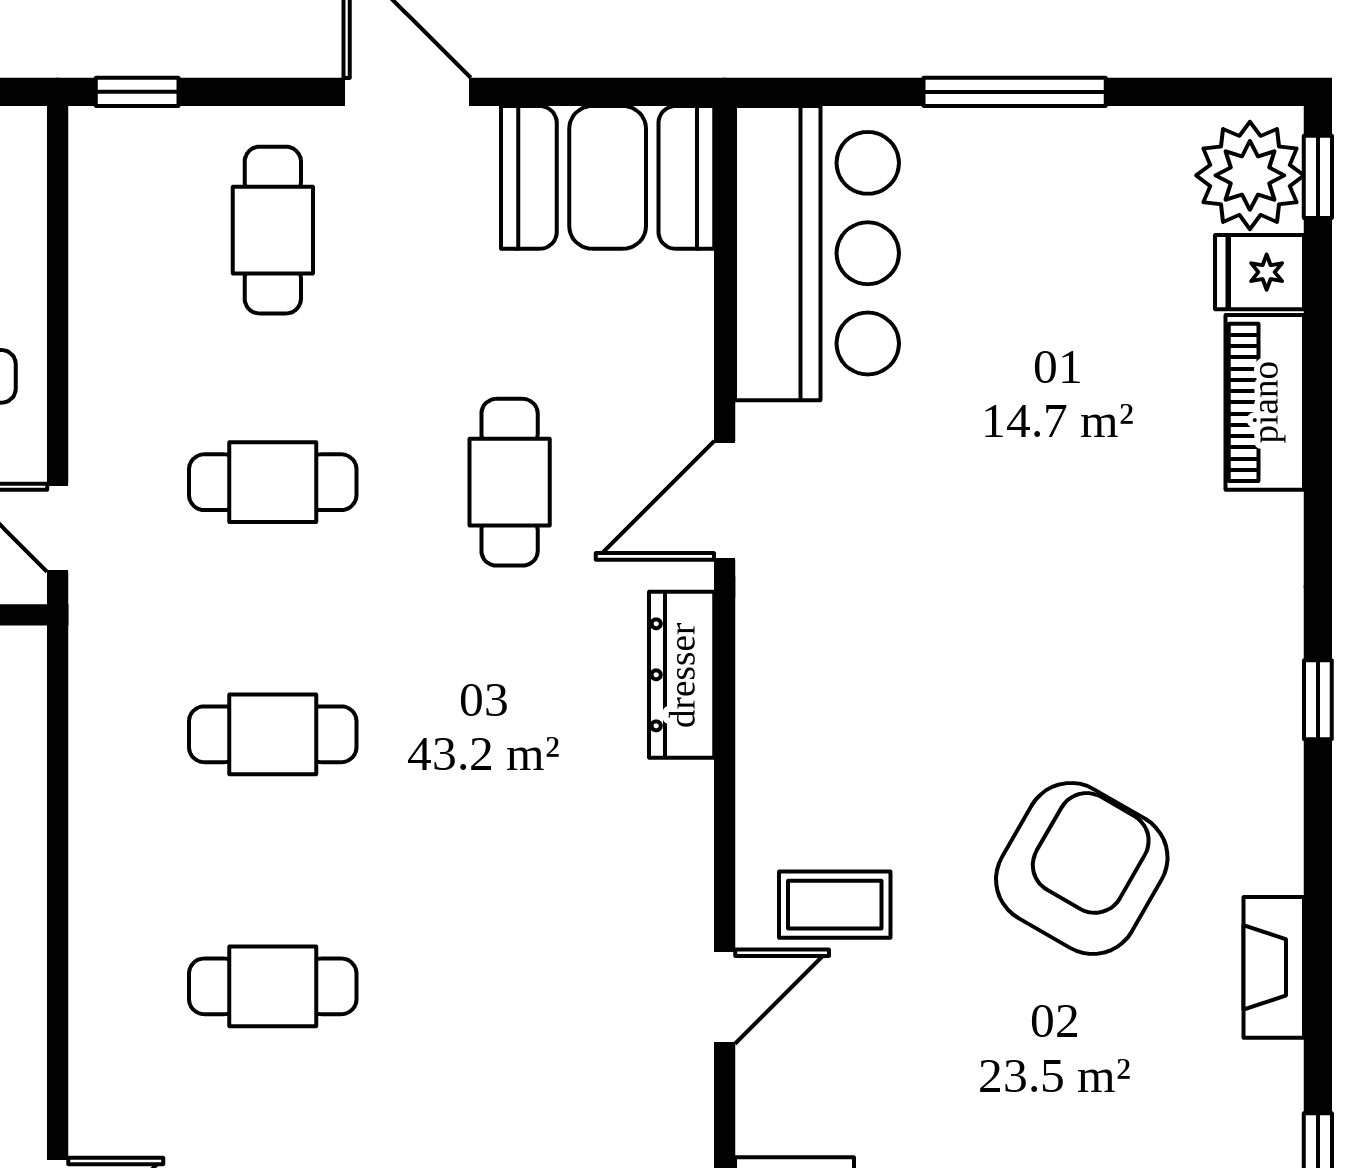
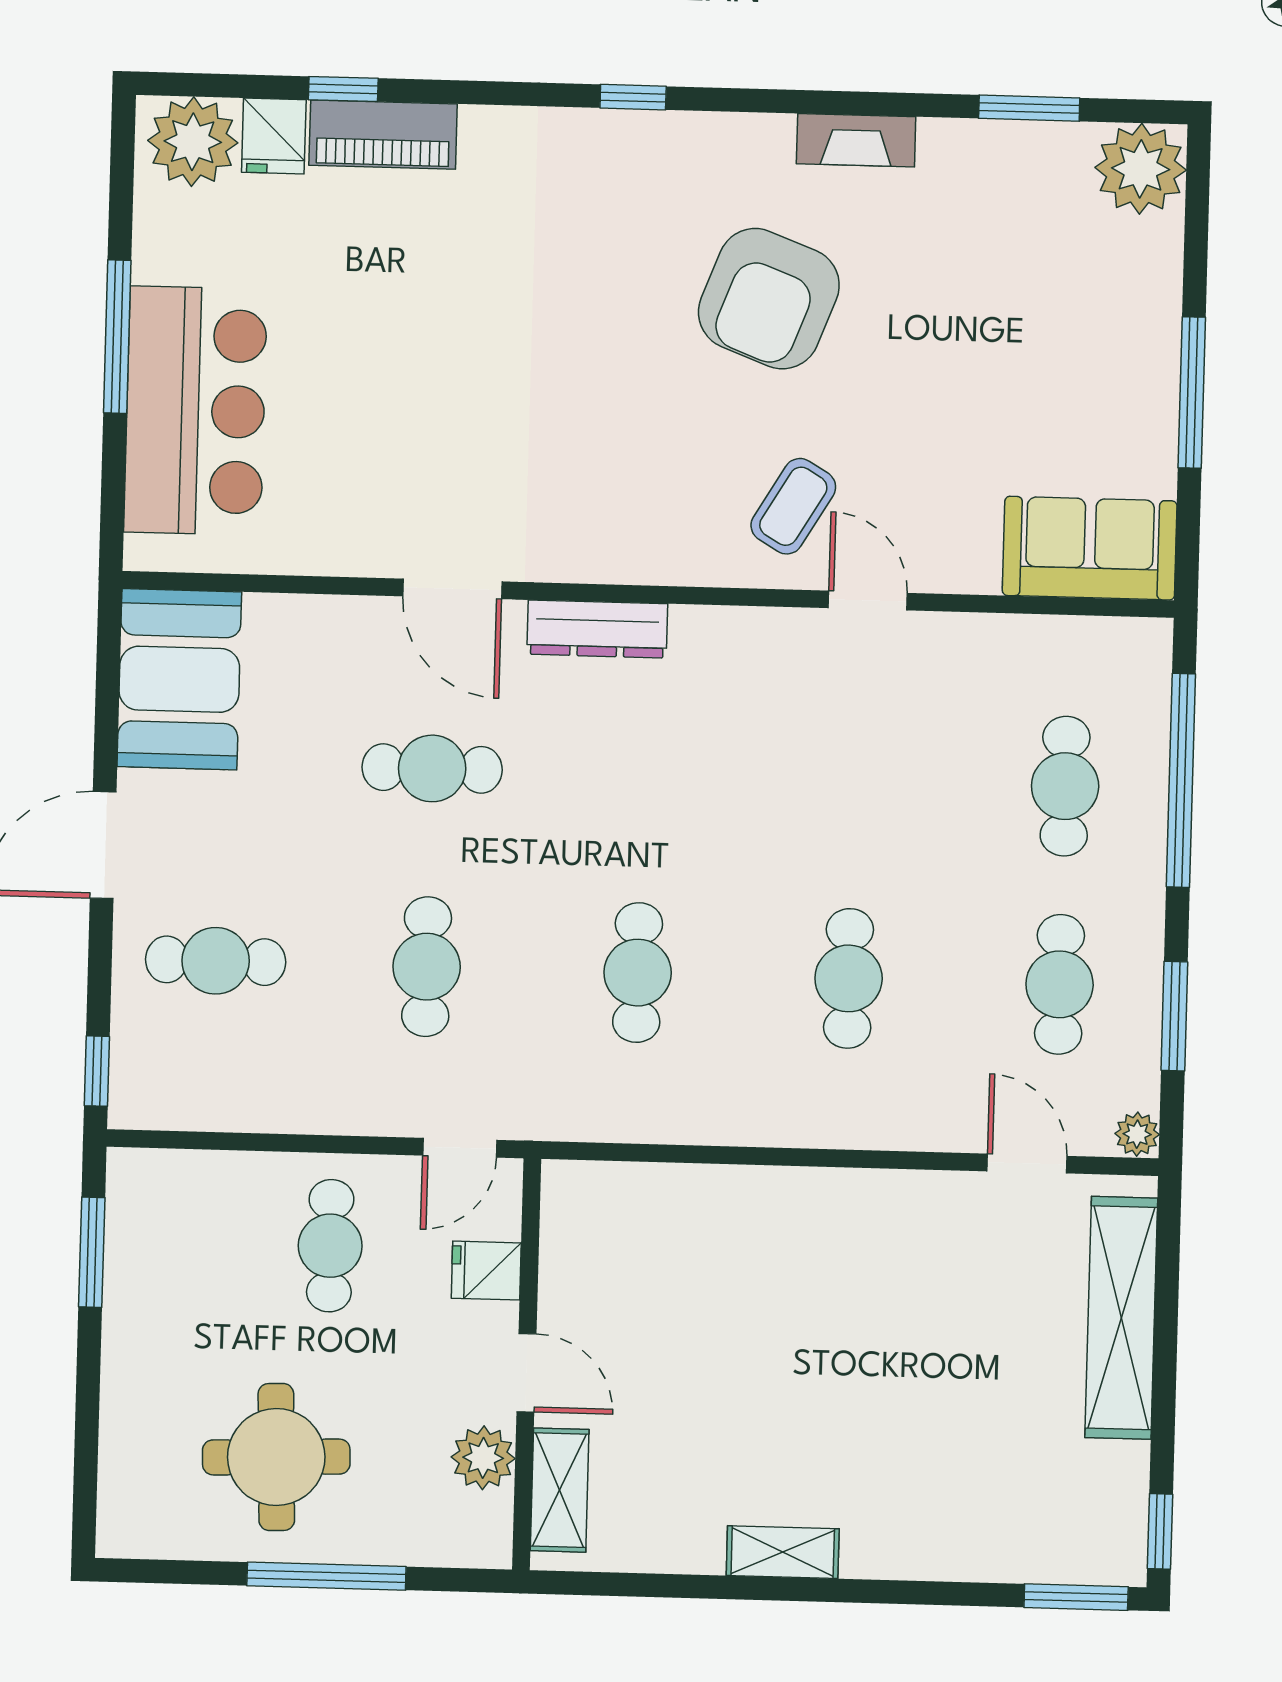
window: (1318, 177) -> (343, 89), moved
bar counter: (817, 253) -> (196, 411), moved, turned 90
armchair: (1082, 868) -> (769, 299), turned -99
coffee table: (835, 905) -> (793, 506), turned 31

